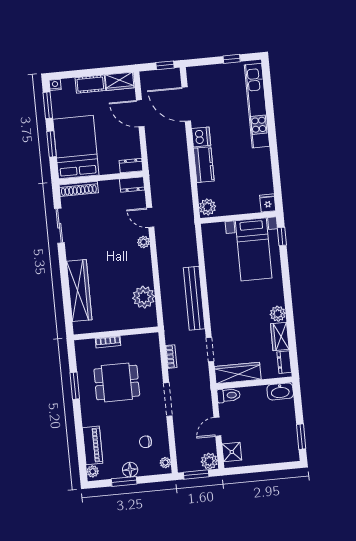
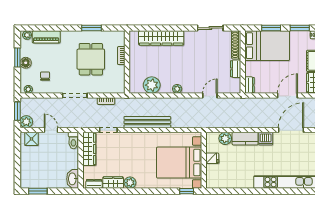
dresser: (132, 185) -> (236, 69), moved
fridge: (268, 203) -> (212, 158), moved
plant: (208, 207) -> (225, 138), moved
plant: (144, 242) -> (177, 89), moved
bed with nightstands: (254, 249) -> (179, 163), width x1.36

